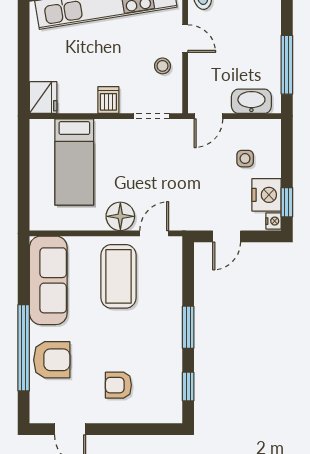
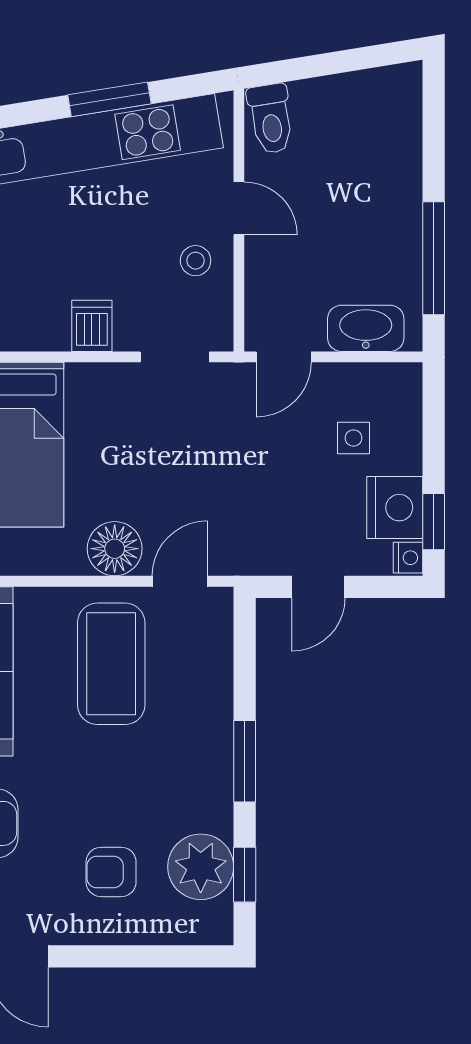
plant: (165, 382) -> (201, 867), added

